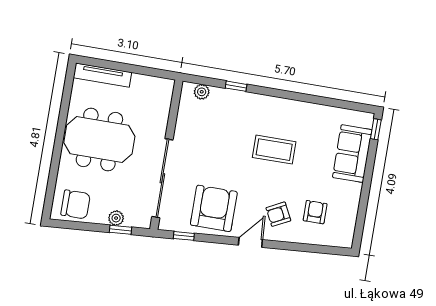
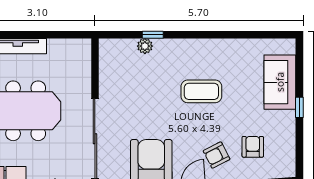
plant: (202, 92) -> (145, 46), moved
window: (376, 129) -> (299, 107), moved

